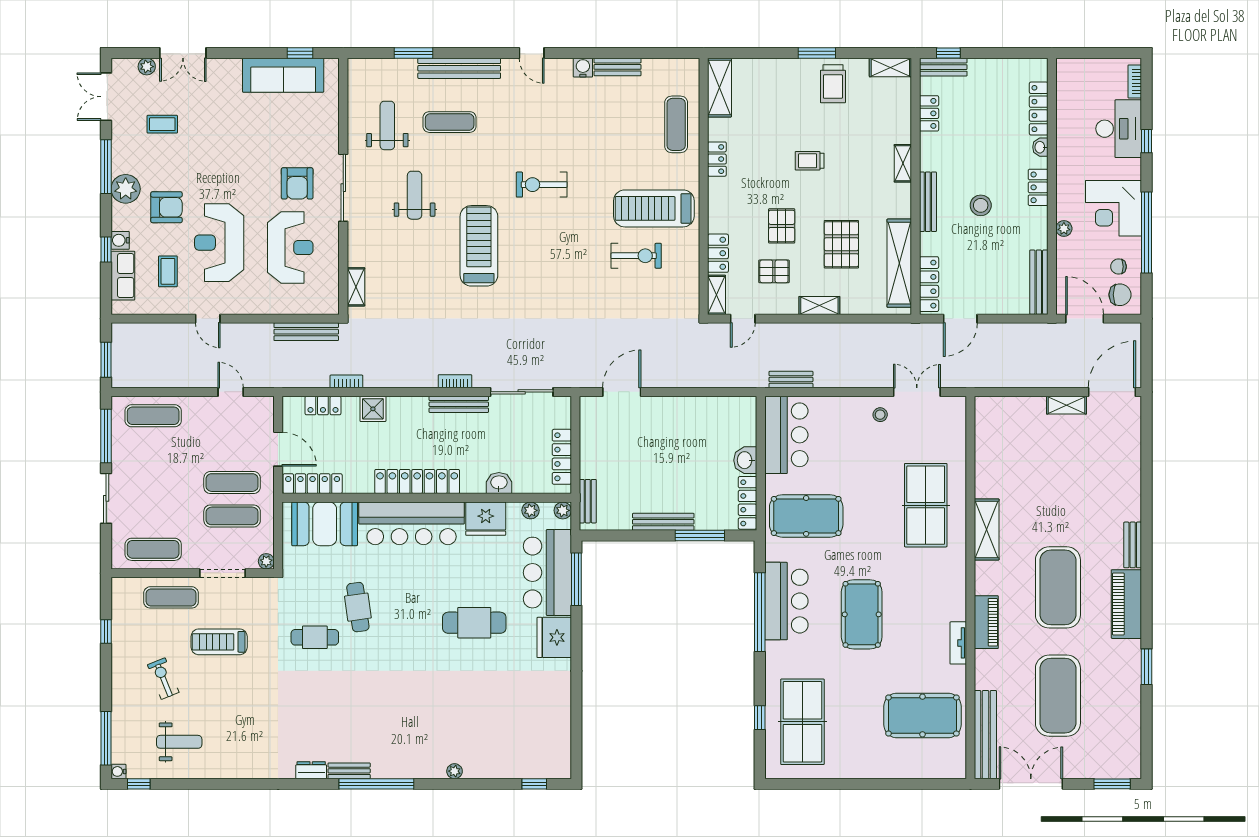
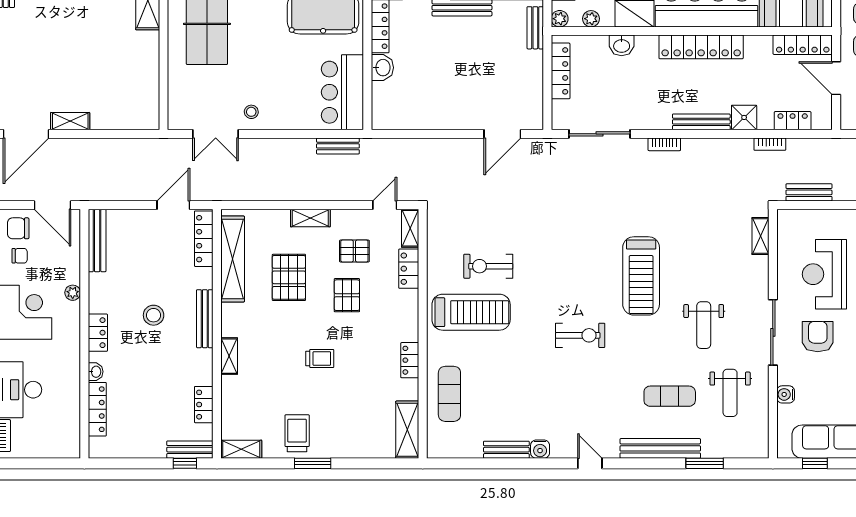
water cooler: (330, 124) -> (786, 394), added
bench: (306, 332) -> (809, 192), width x0.73
bench: (459, 404) -> (701, 122), moved

